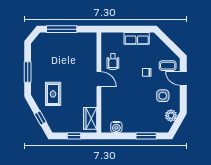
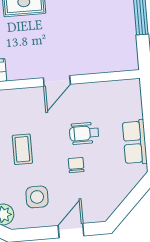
wheelchair: (113, 62) -> (84, 133), moved
coffee table: (168, 66) -> (22, 149), moved

